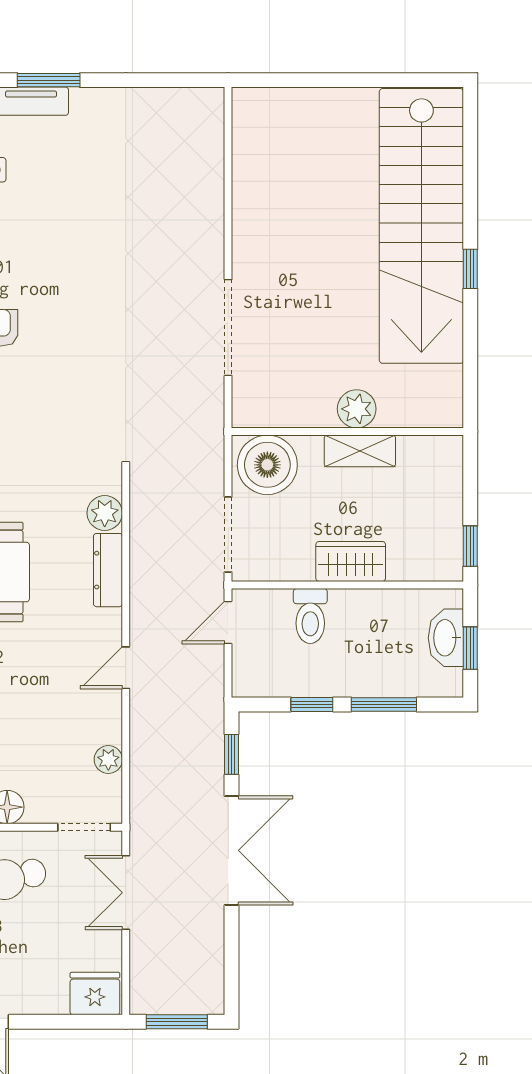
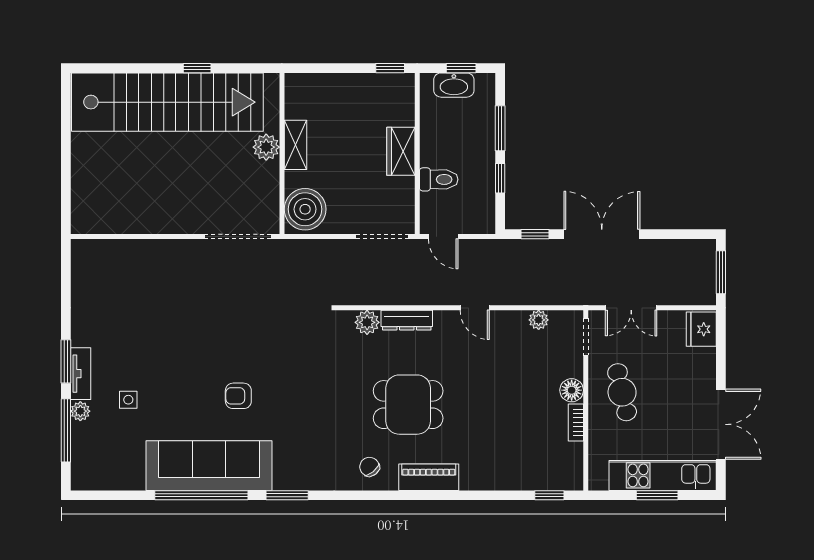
plant: (357, 409) -> (266, 147), moved
wall: (347, 431) -> (282, 154), moved
shelving: (360, 451) -> (295, 145), moved
boiler: (267, 465) -> (305, 209), moved

